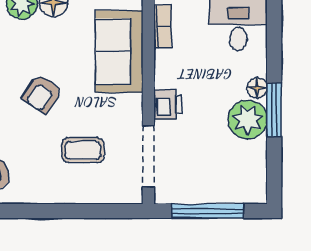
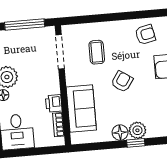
printer: (168, 104) -> (54, 103), moved
coffee table: (83, 150) -> (97, 52), turned 90

